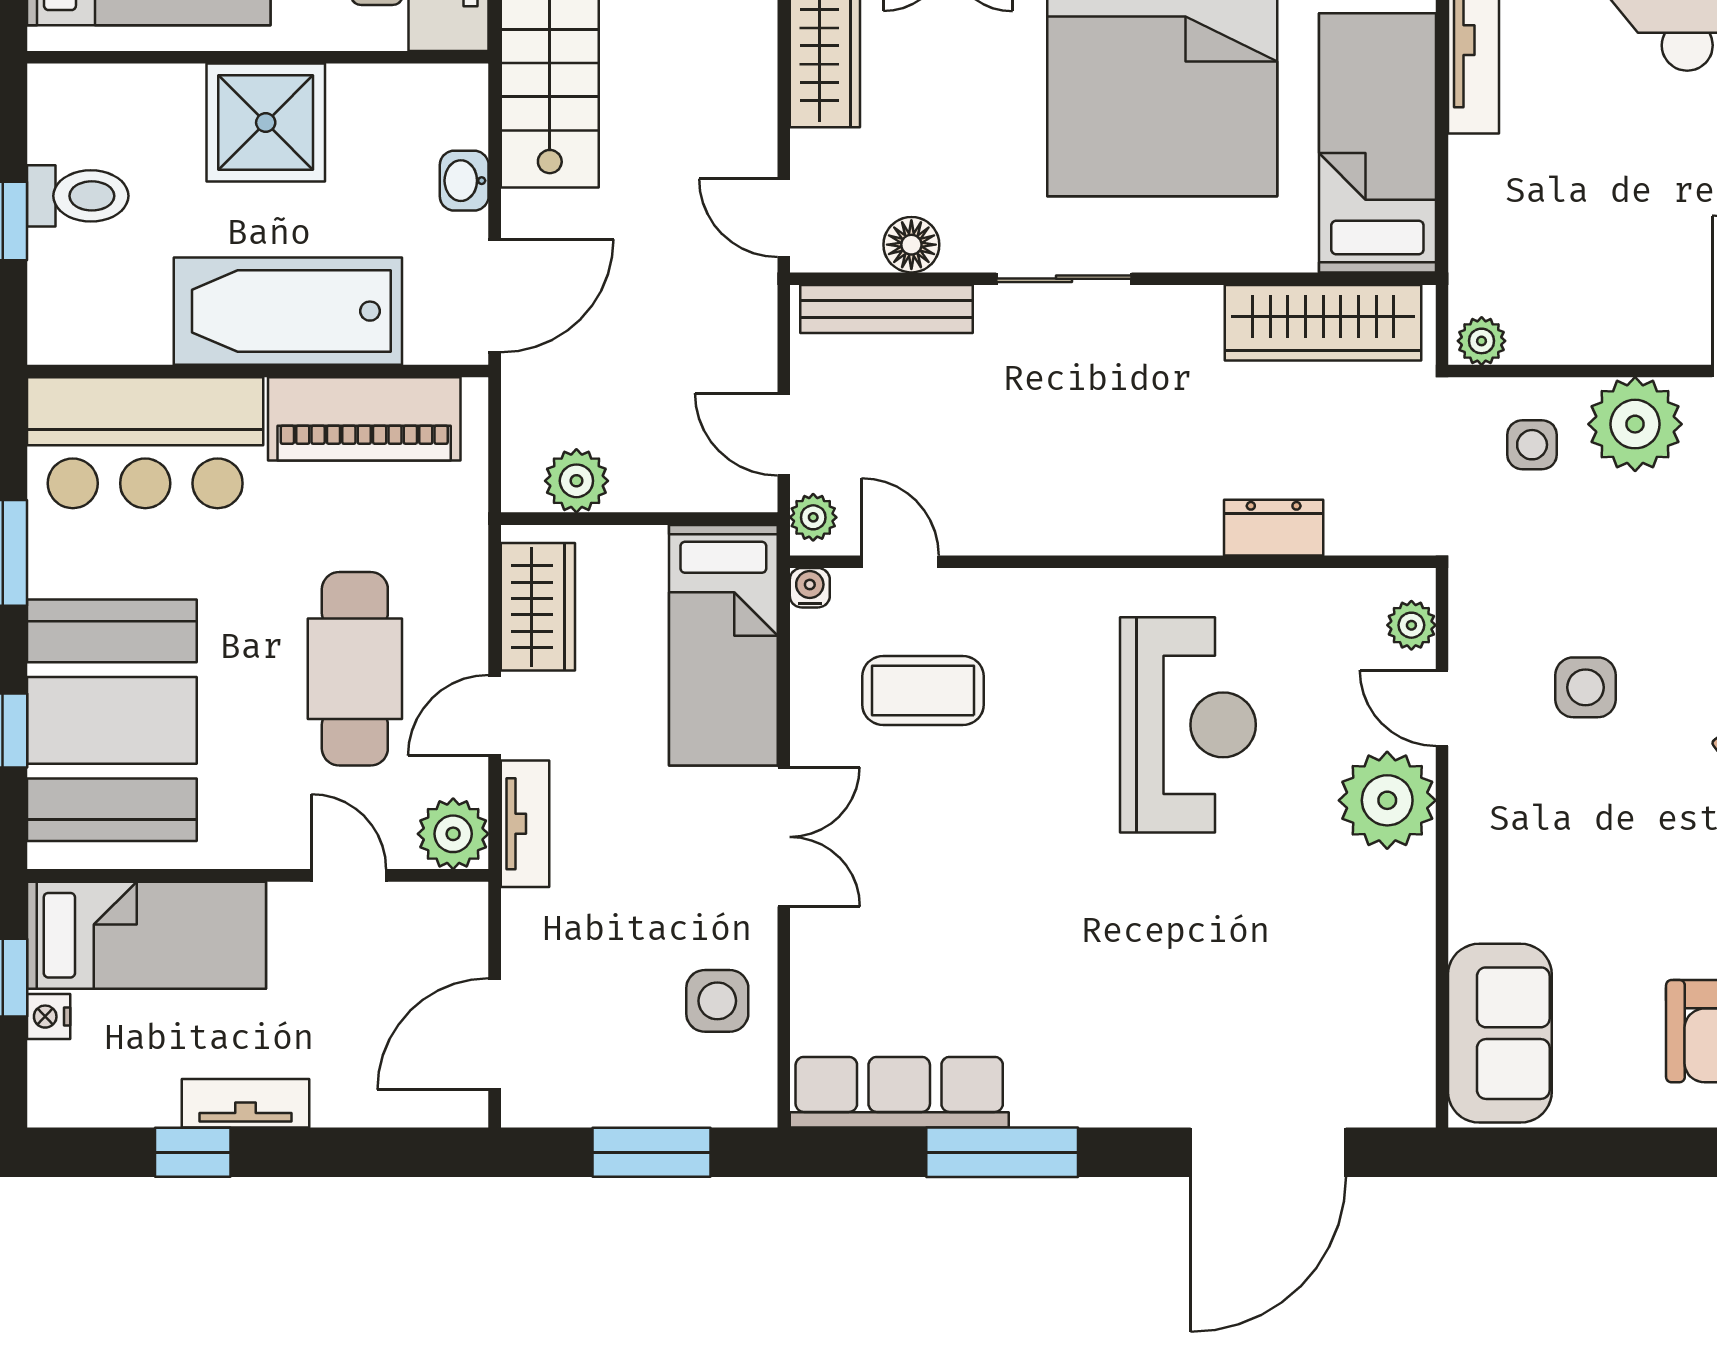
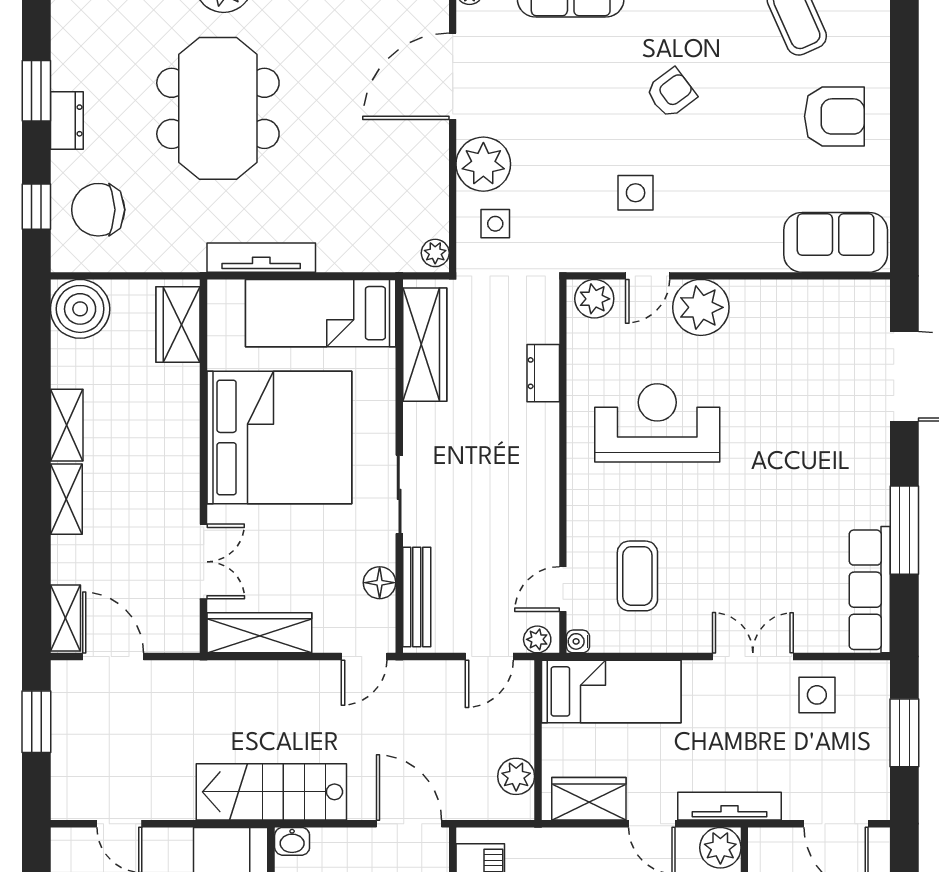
washbasin: (464, 181) -> (292, 841), moved
plant: (1411, 625) -> (594, 299), width x1.38, depth x1.38
tv unit: (525, 824) -> (730, 806), width x1.41
double door: (784, 837) -> (753, 656), moved

